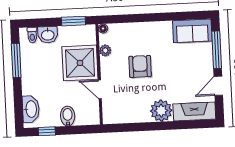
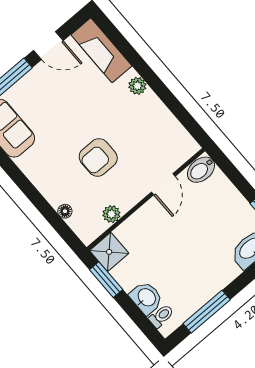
floor lamp: (103, 29) -> (65, 211), moved
shower: (80, 63) -> (109, 252), moved, width x0.54, depth x0.54
plant: (161, 111) -> (137, 86), width x0.53, depth x0.53
bidet: (68, 116) -> (201, 170), moved

